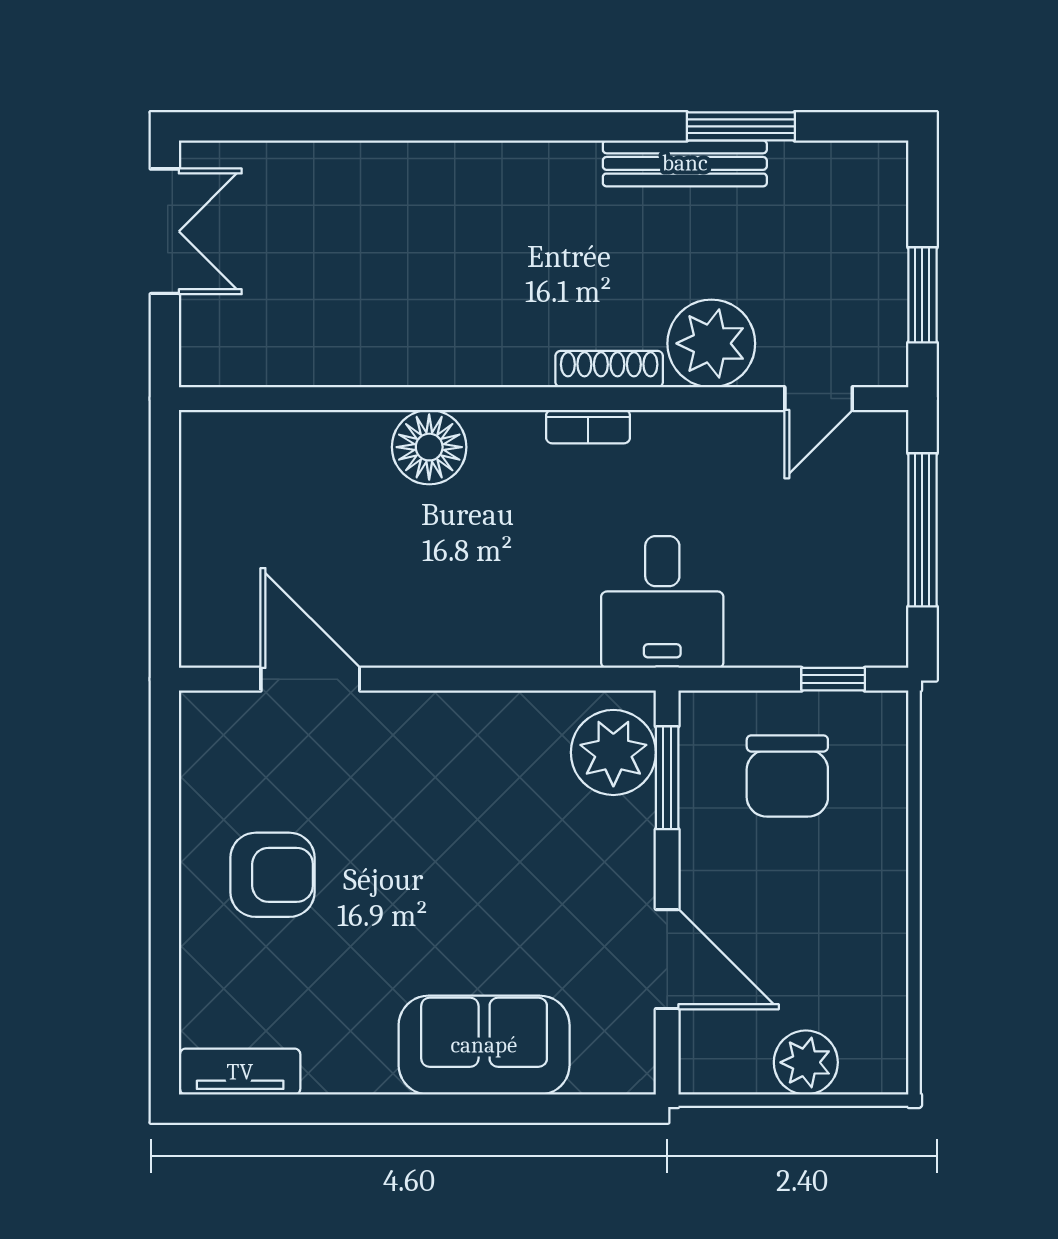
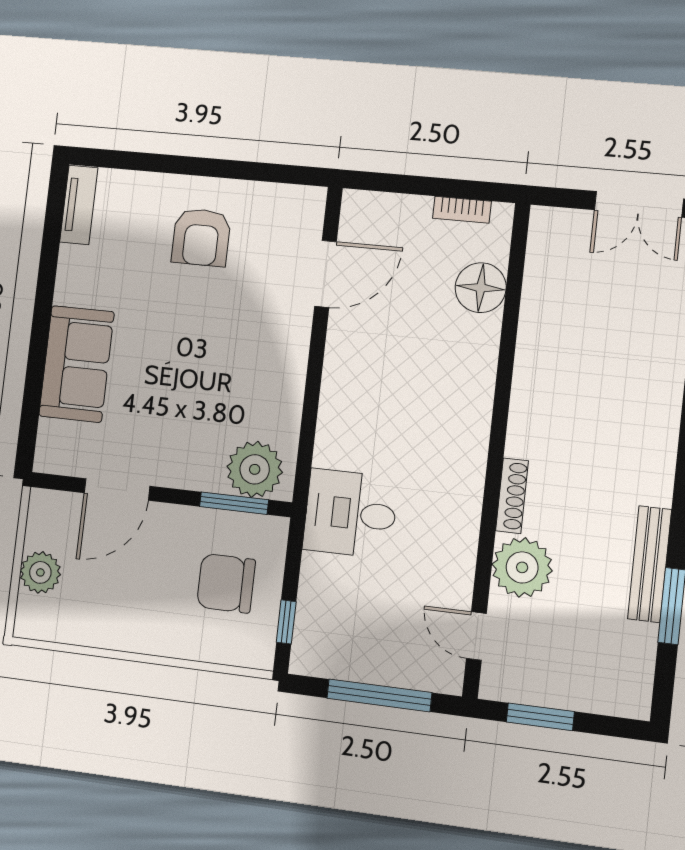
bookcase: (588, 427) -> (462, 210), moved, turned -90
floor lamp: (429, 447) -> (481, 288), moved

